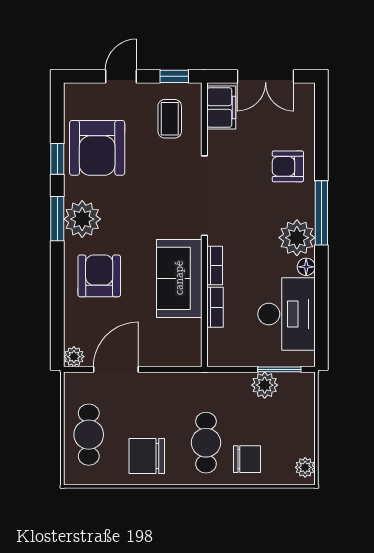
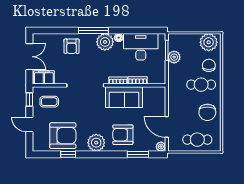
window: (57, 219) -> (138, 154), moved
plant: (305, 467) -> (209, 42), width x1.87, depth x1.87

